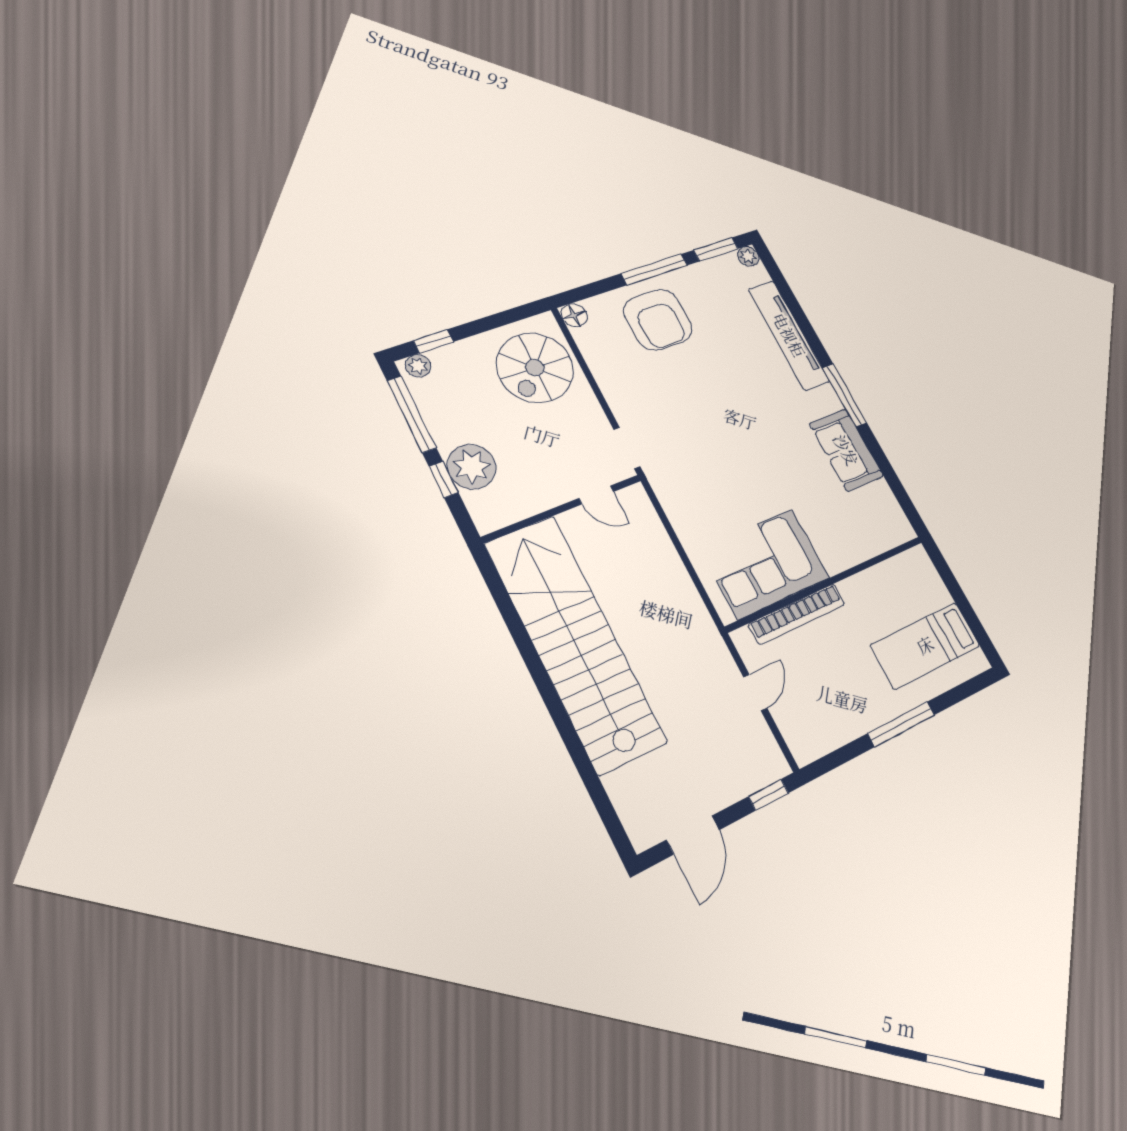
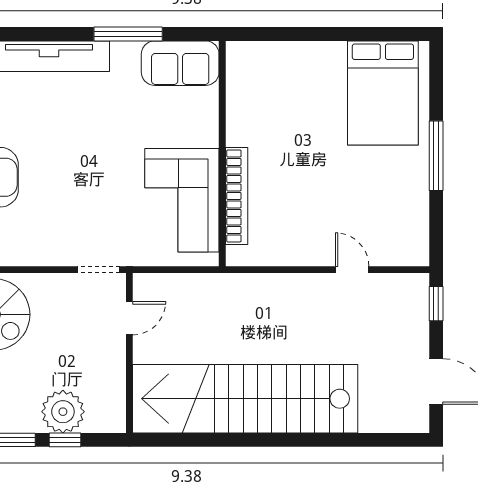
corner sofa: (765, 564) -> (182, 200), moved
wall: (826, 583) -> (222, 154), moved
bookcase: (797, 614) -> (237, 196), moved
bed: (925, 645) -> (383, 93), width x1.50

